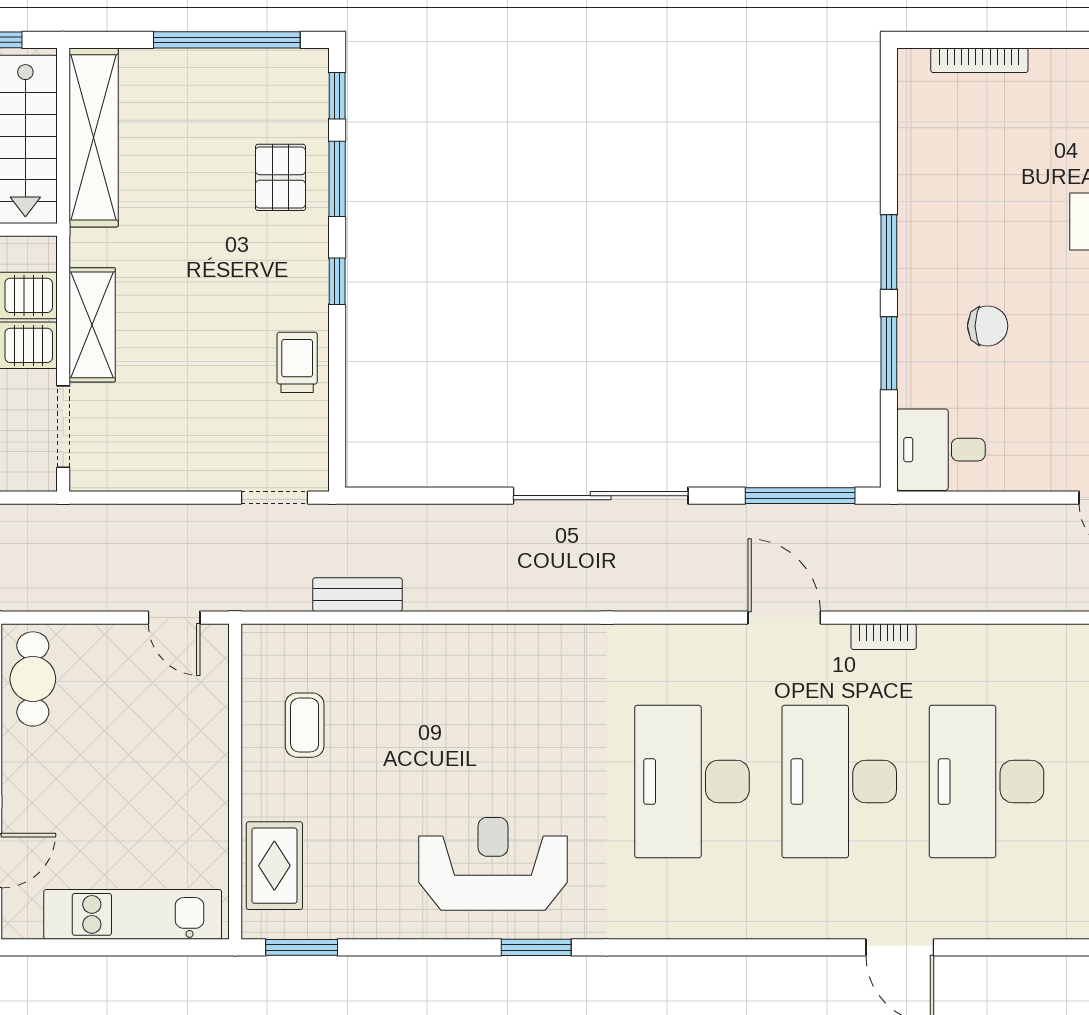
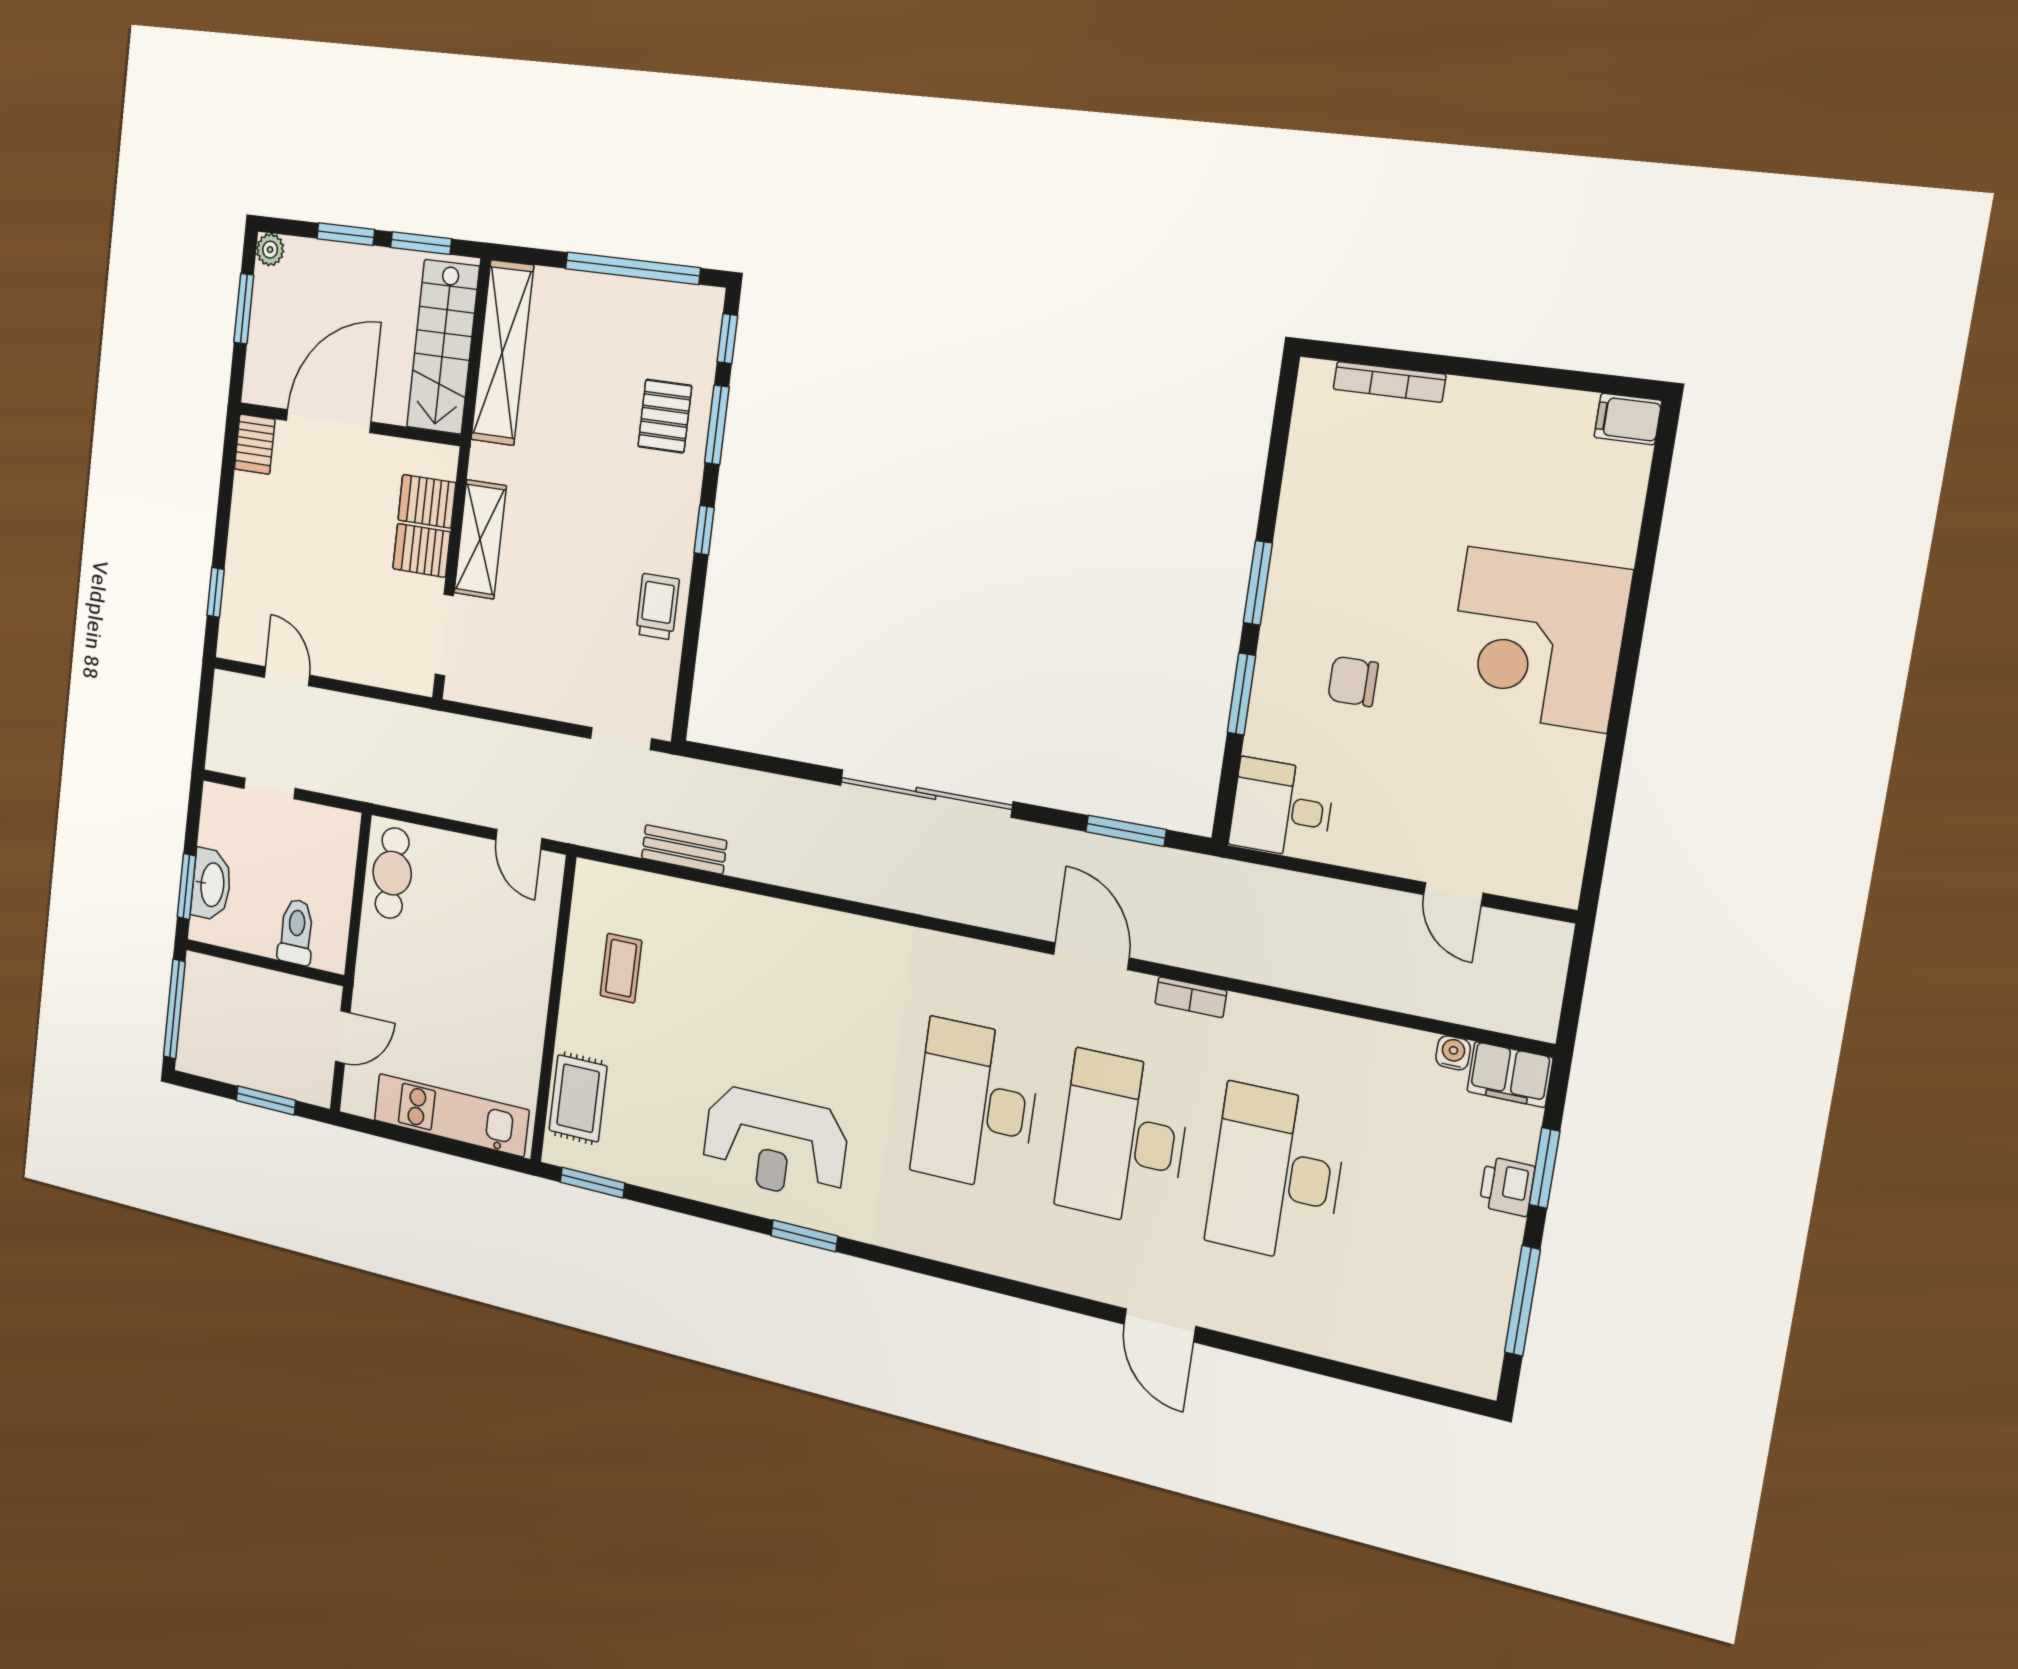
chair: (988, 326) -> (1353, 681), turned 180
window: (800, 496) -> (1126, 831), width x0.69
reception desk: (493, 864) -> (775, 1144), turned 180

